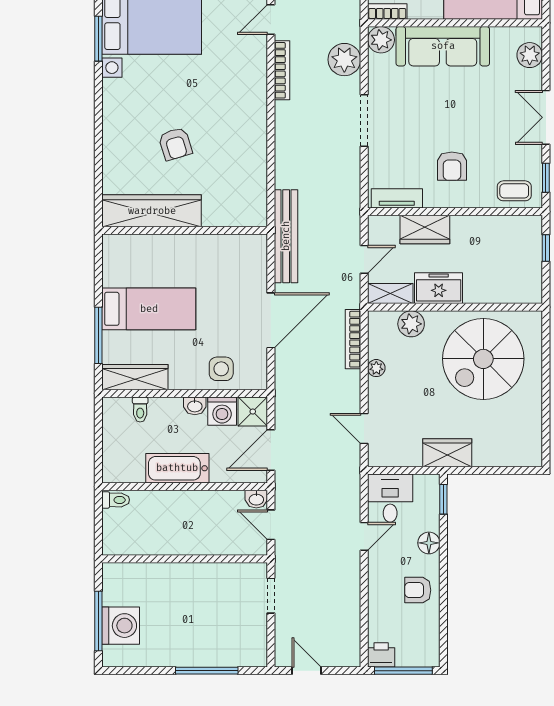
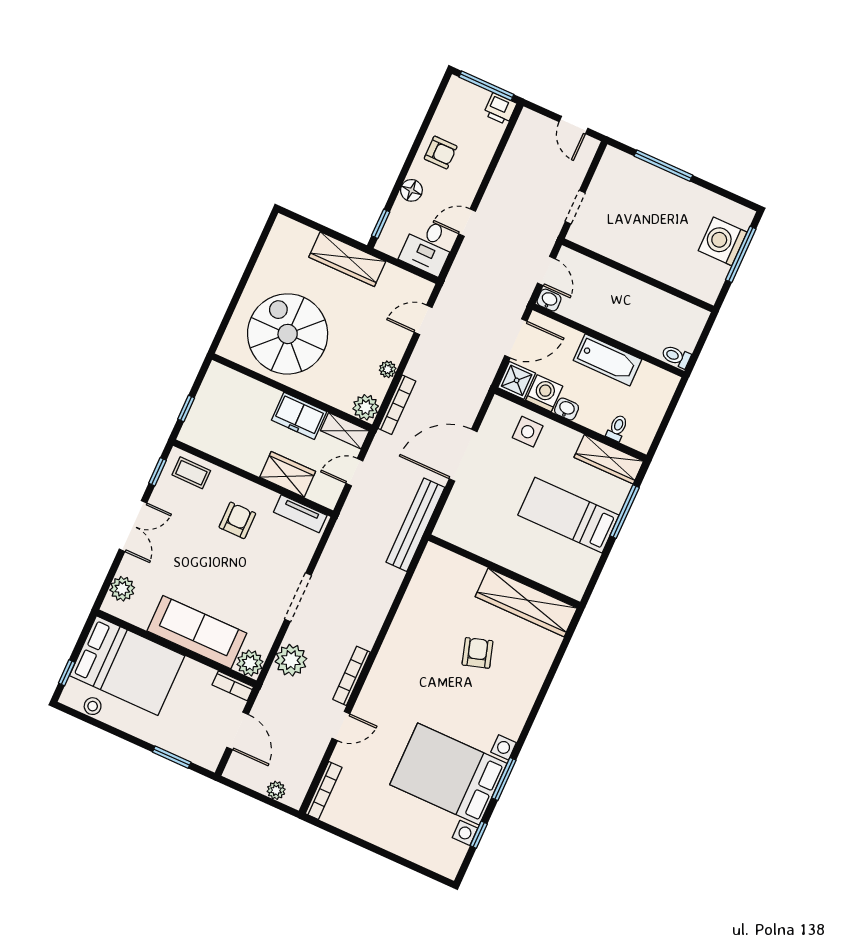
plant: (411, 324) -> (366, 407), moved
spiral stairs: (483, 359) -> (288, 334), turned -90
door: (364, 428) -> (423, 320), swing flipped
wardrobe: (447, 453) -> (347, 259), width x1.50

